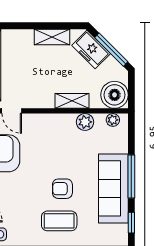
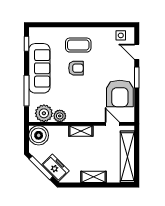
shelving: (52, 37) -> (94, 177), moved
shelving: (72, 101) -> (81, 131), moved
plant: (113, 120) -> (44, 113), width x1.88, depth x1.88
window: (131, 176) -> (26, 91), moved

